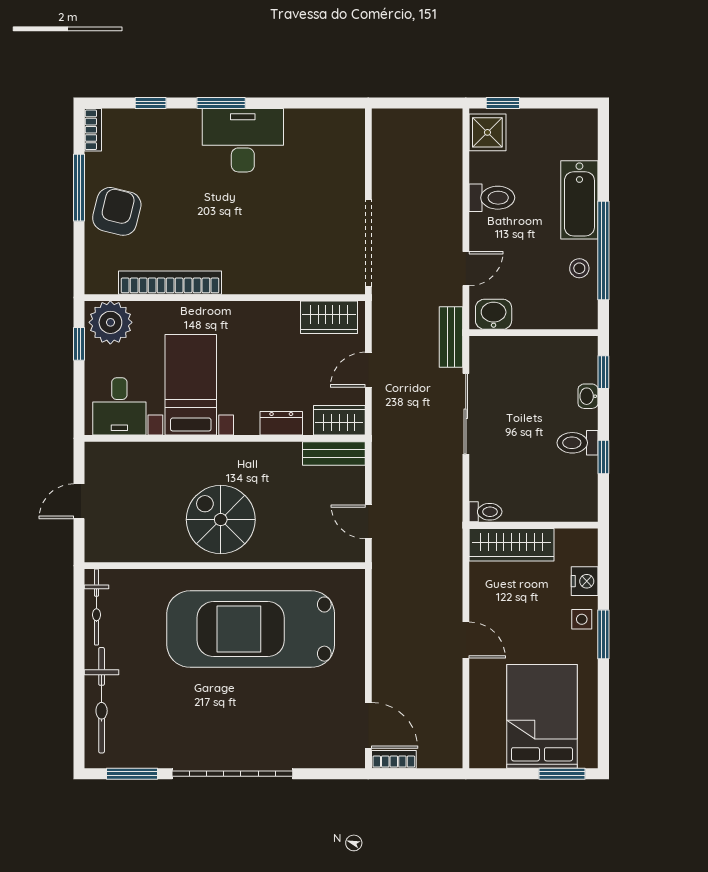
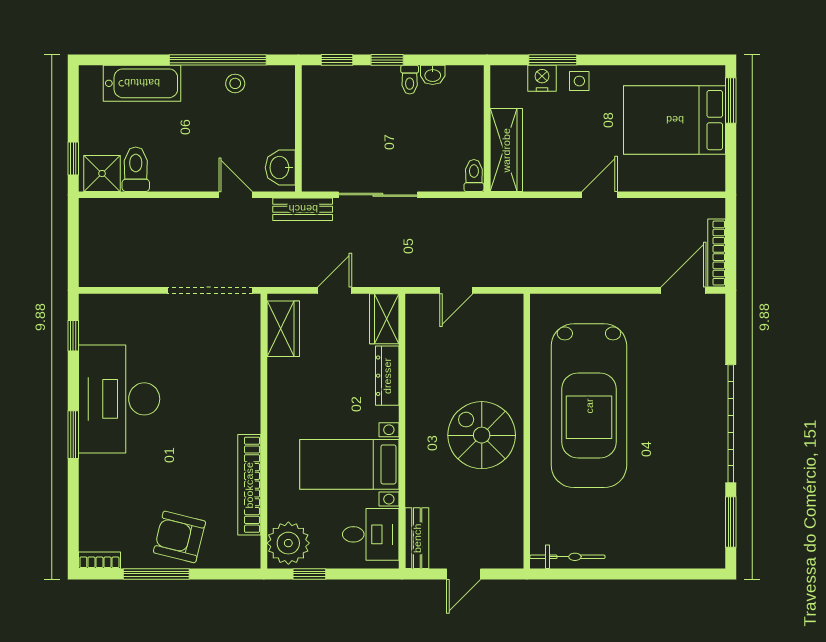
window: (151, 103) -> (73, 336), moved
desk: (243, 140) -> (119, 399), width x1.36, depth x1.30
toilet: (492, 198) -> (136, 169), moved
bathtub: (579, 200) -> (142, 83), moved
door: (368, 370) -> (335, 290), swing flipped
washbasin: (588, 396) -> (433, 75), moved
dresser: (281, 423) -> (387, 376), width x1.44
toilet: (578, 443) -> (410, 80), width x0.73, depth x0.72
bench: (334, 454) -> (417, 538), moved
window: (603, 457) -> (387, 60), moved
door: (79, 501) -> (464, 574), hinge flipped
spiral stairs: (221, 520) -> (482, 435), turned 90
door: (368, 522) -> (456, 290), moved
window: (603, 634) -> (553, 60), moved
bicycle: (102, 700) -> (659, 552), removed
bookcase: (394, 759) -> (717, 253), width x1.56

